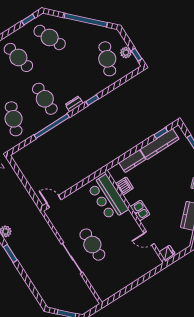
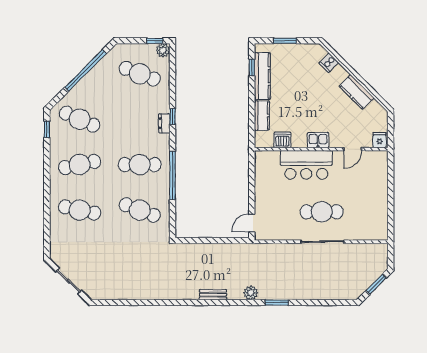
cafe table: (50, 37) -> (80, 119), turned 48
plant: (126, 53) -> (163, 50), moved
dresser: (74, 104) -> (164, 123), moved
bar counter: (108, 198) -> (306, 165), moved

